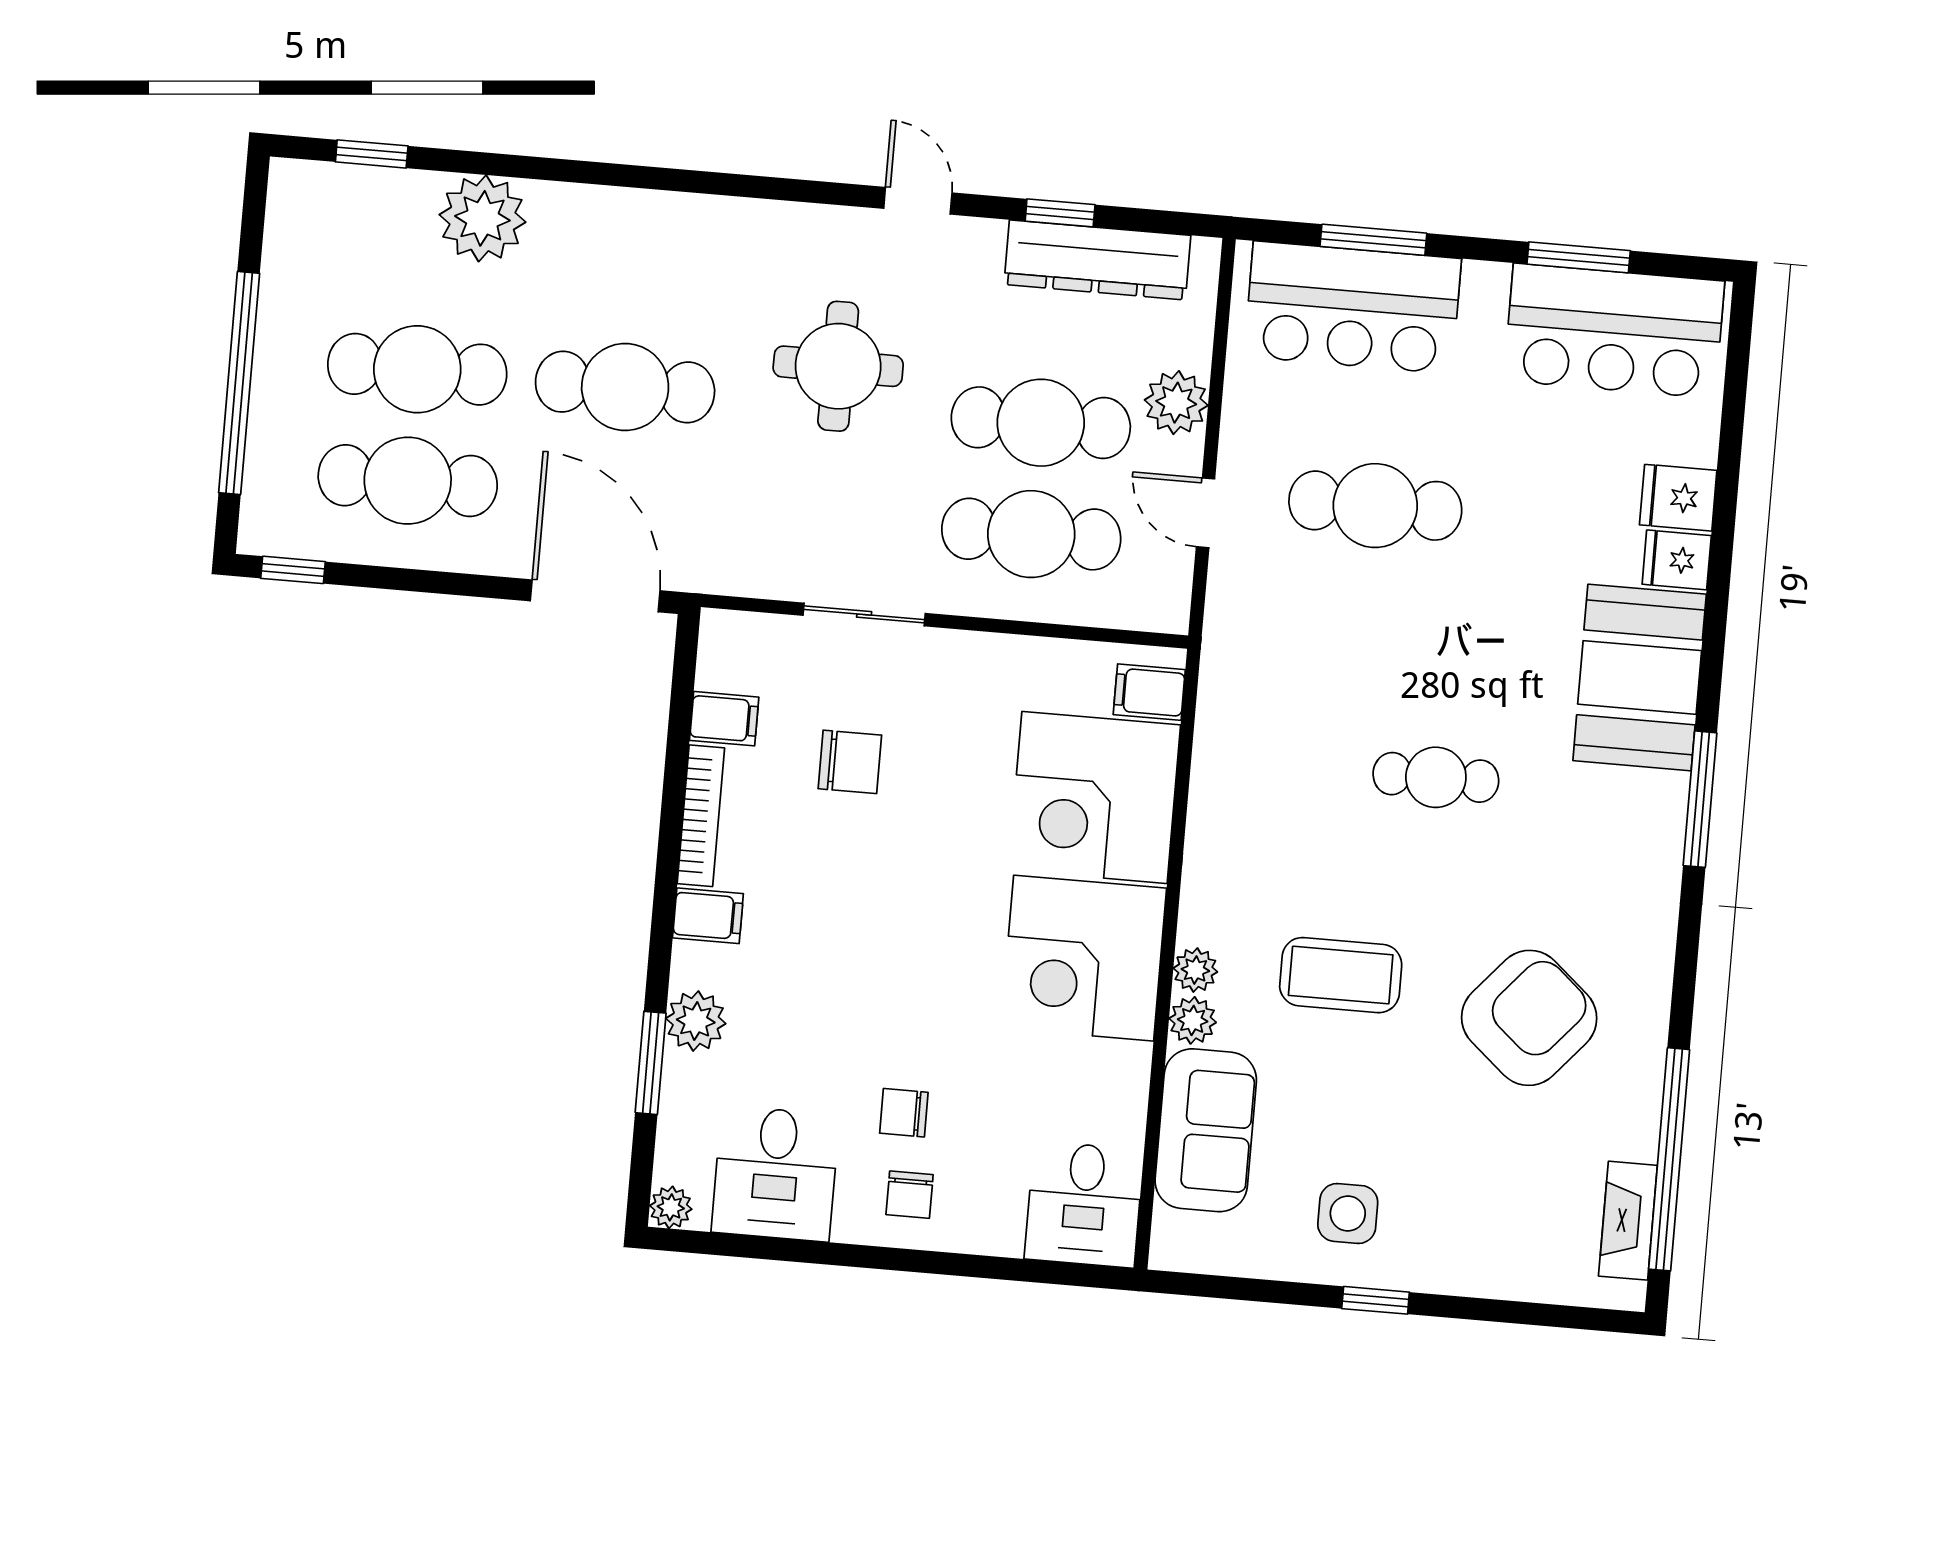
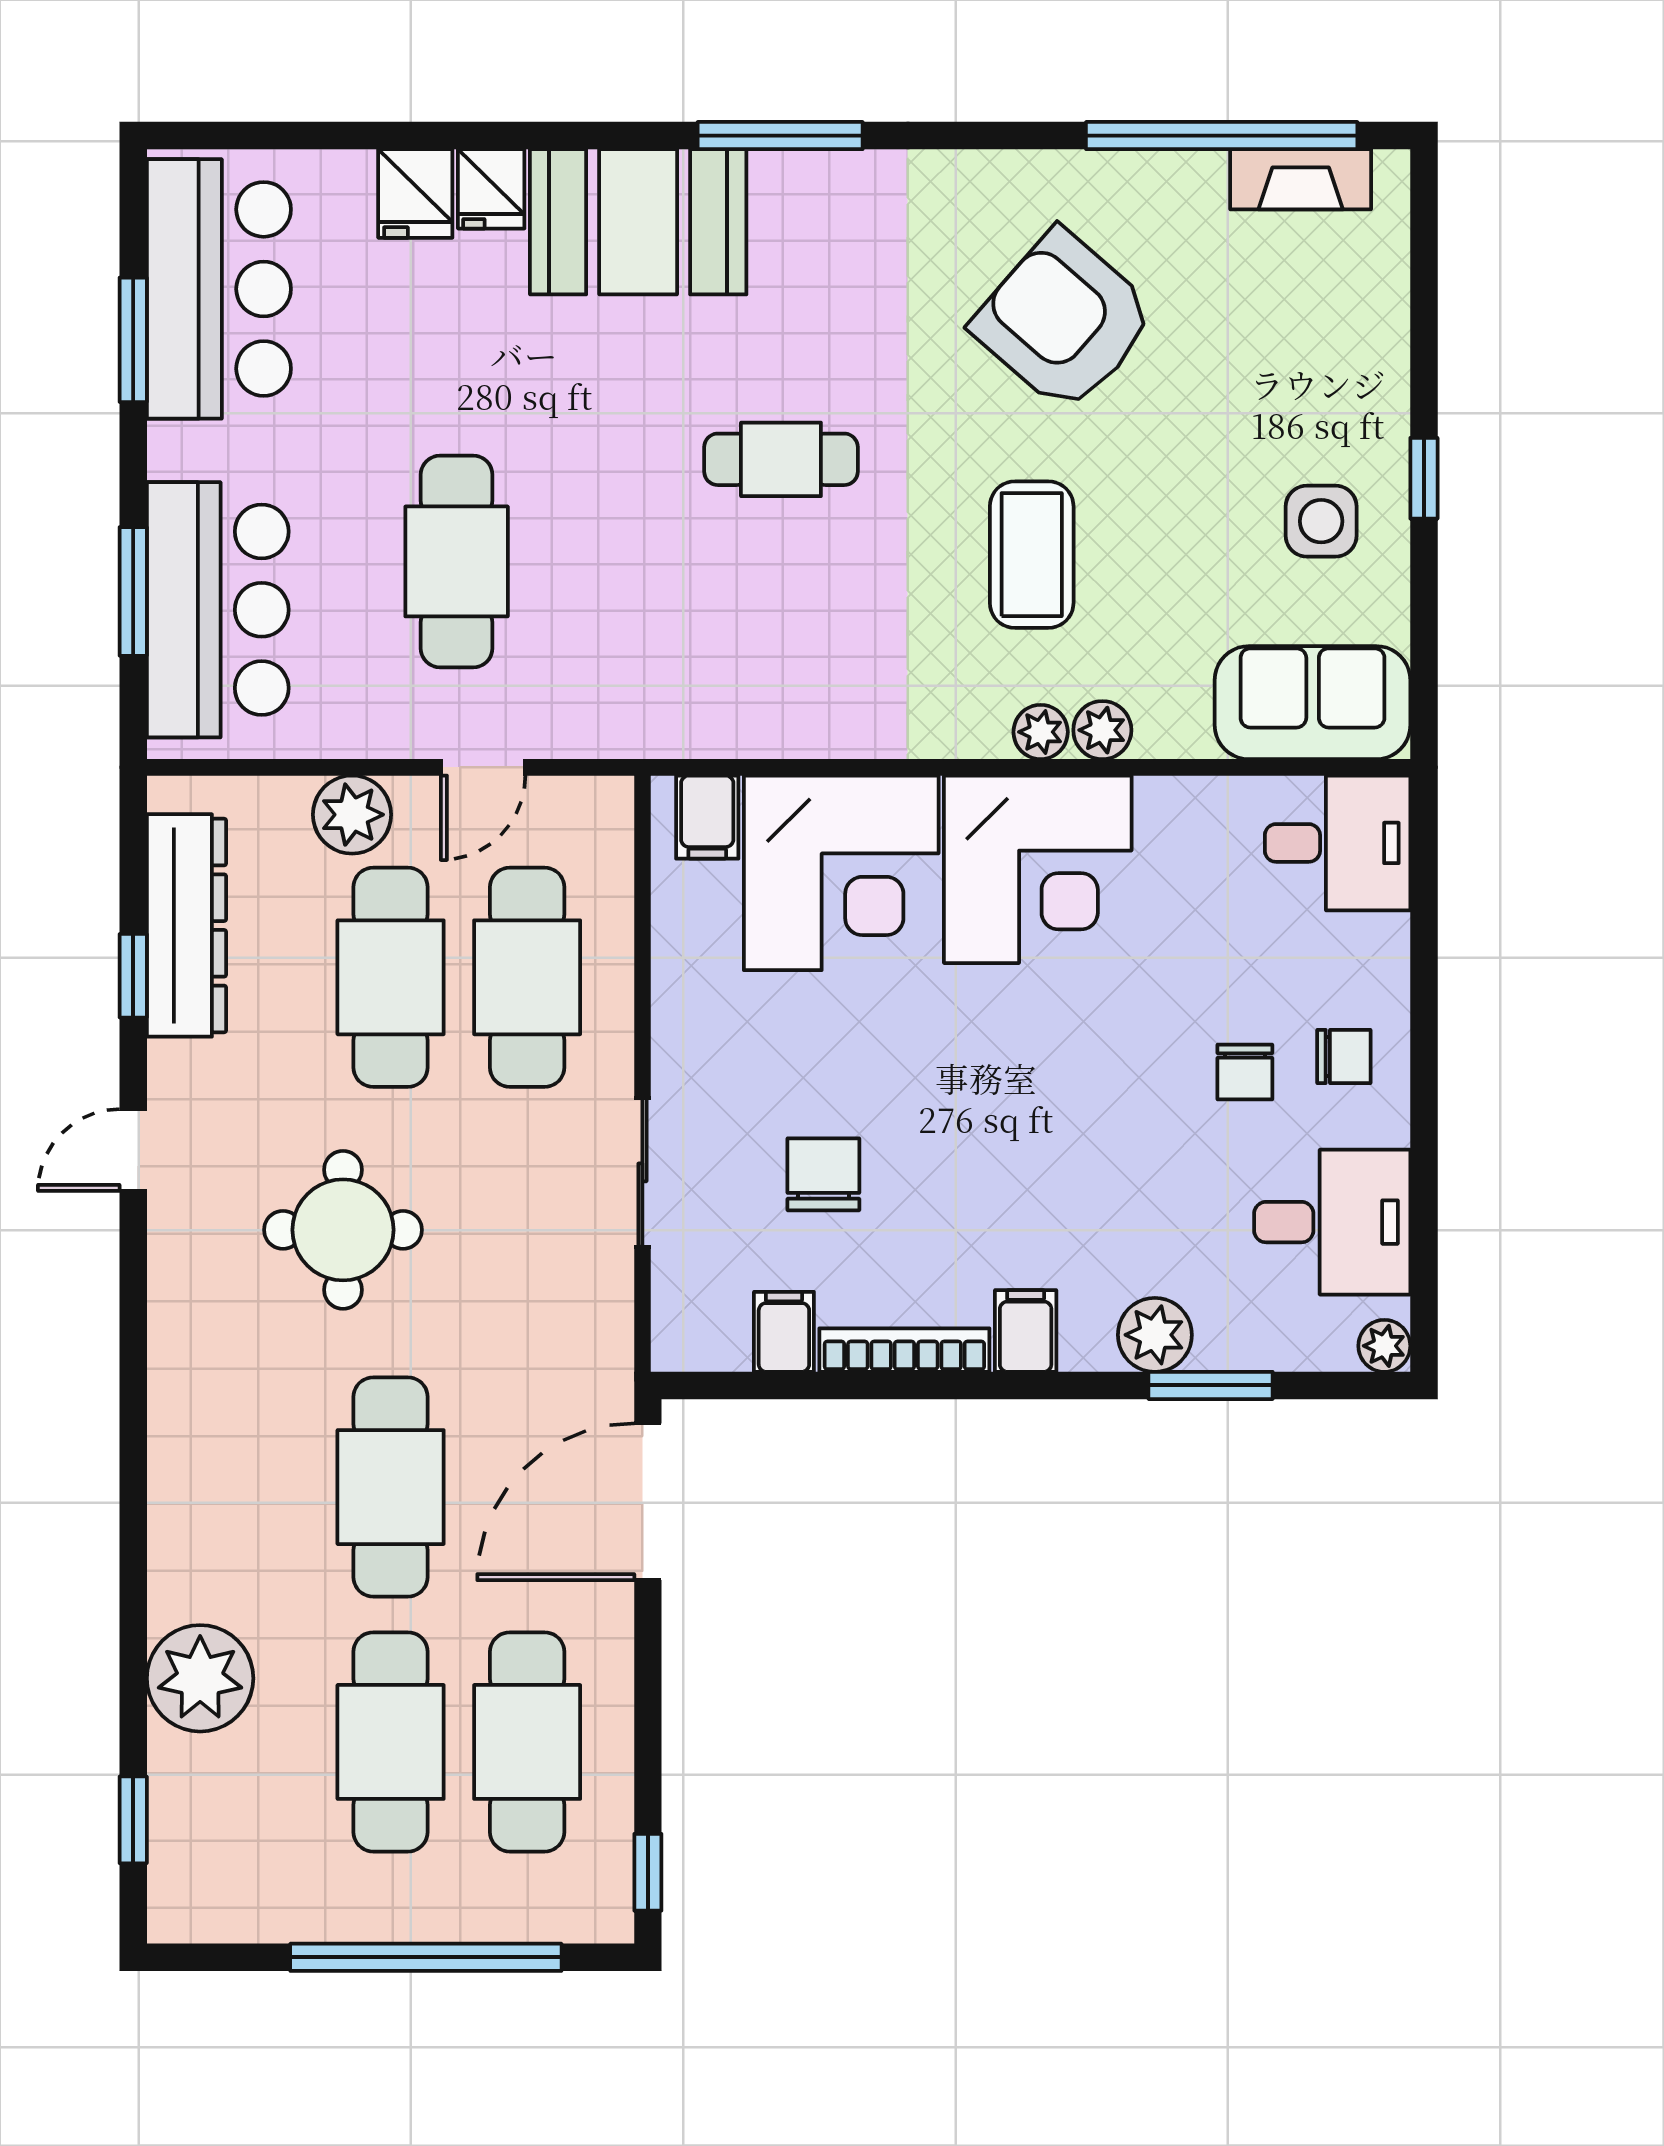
cafe table: (1436, 777) -> (781, 459), turned 90
sofa: (1206, 1130) -> (1313, 703), moved

